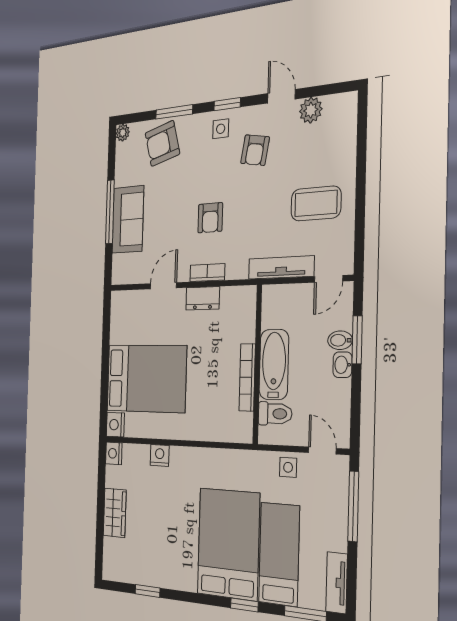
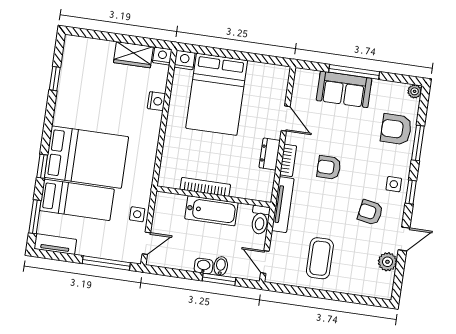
armchair: (162, 143) -> (396, 129), turned -75
tv unit: (281, 267) -> (283, 205), moved
toilet: (275, 414) -> (260, 220), moved
wardrobe: (115, 513) -> (133, 55), moved

